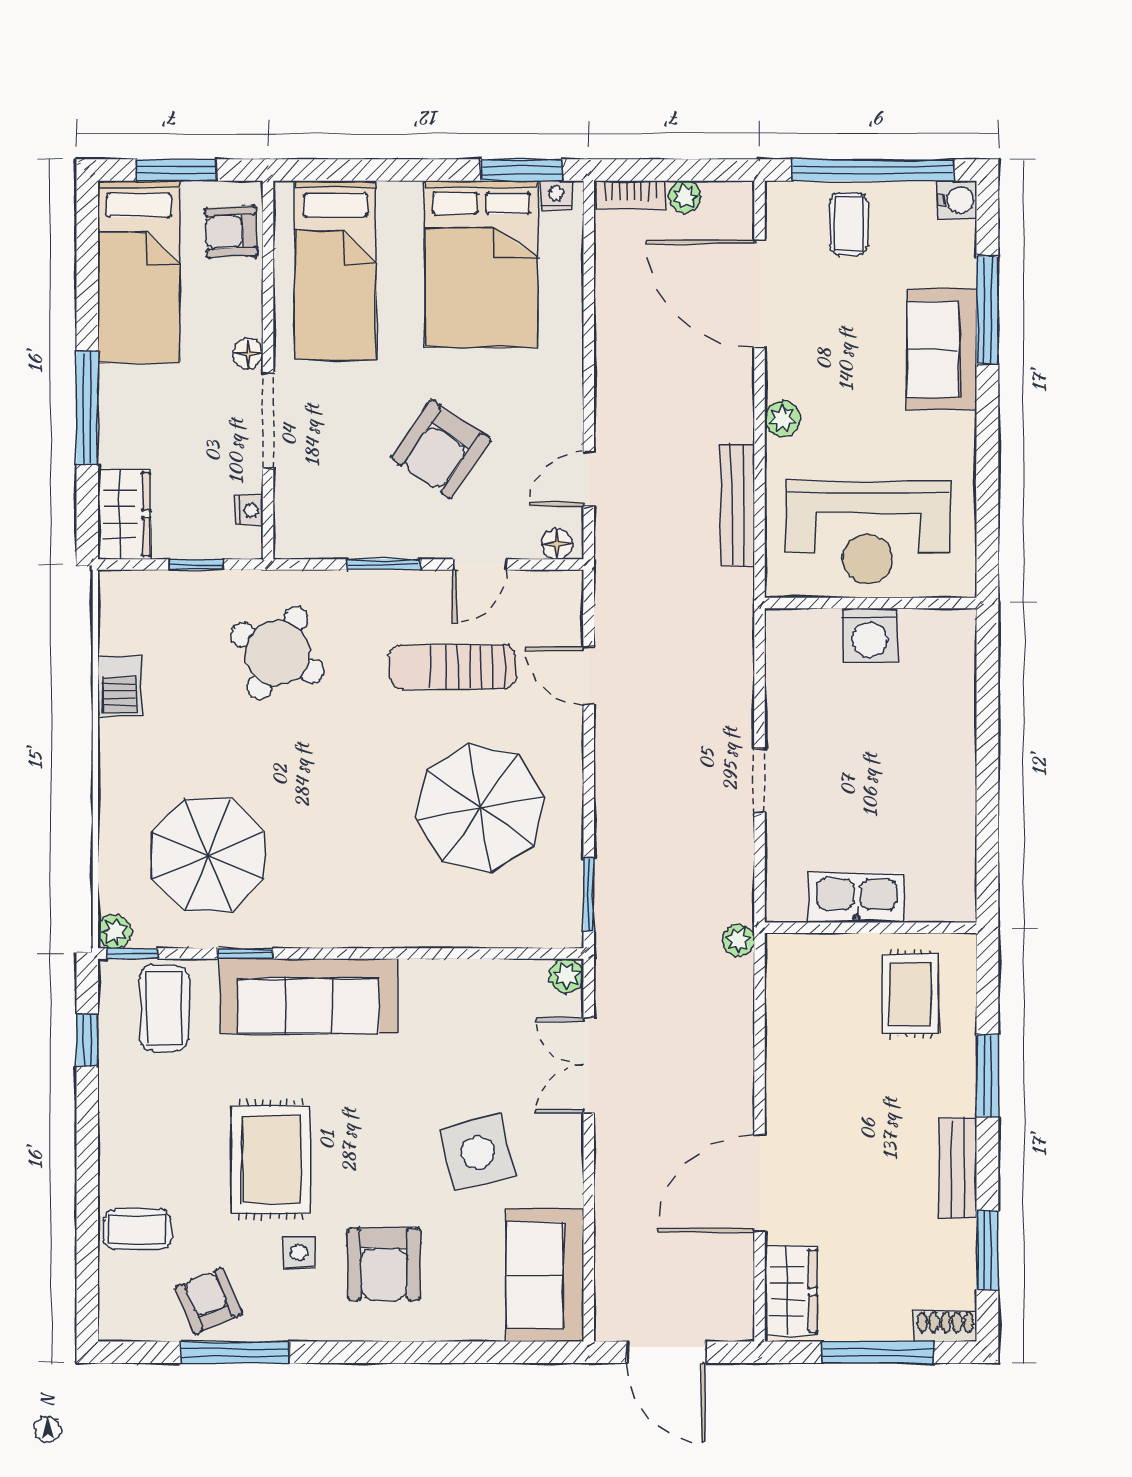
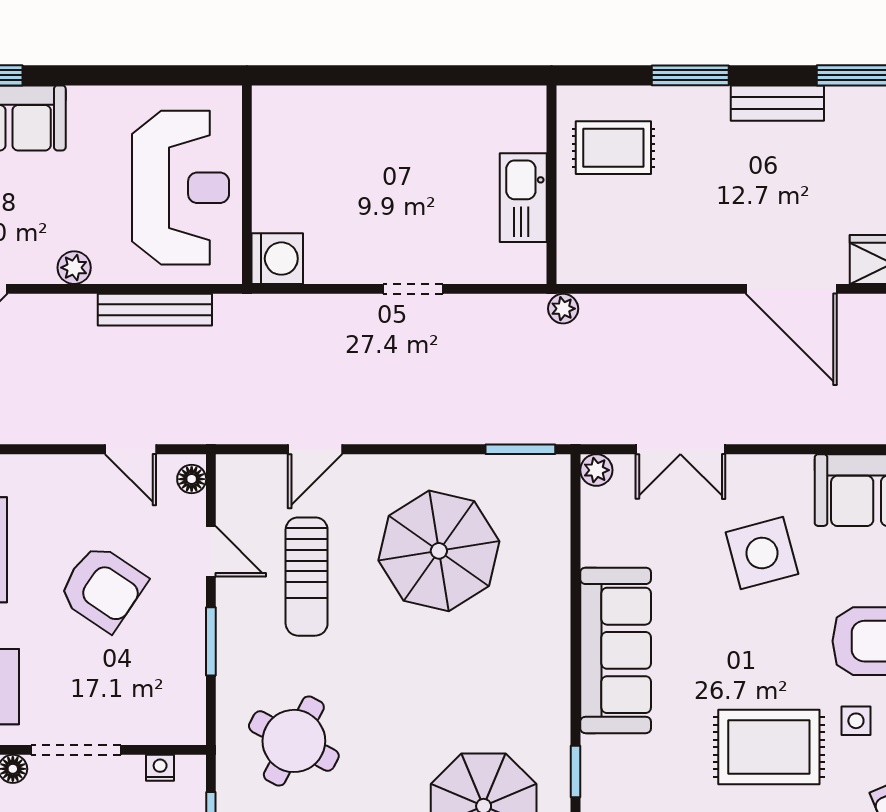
washing machine: (870, 635) -> (277, 259), moved
sofa: (308, 996) -> (616, 650), moved

